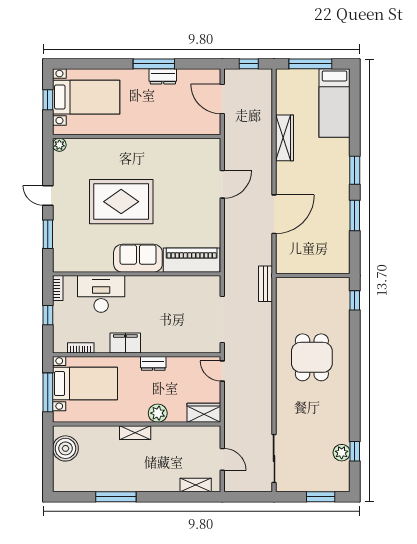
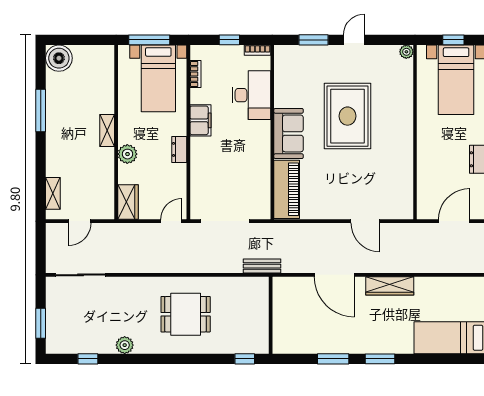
wardrobe: (285, 138) -> (390, 286), moved
boiler: (65, 448) -> (59, 58), moved
plant: (342, 453) -> (125, 345), moved

